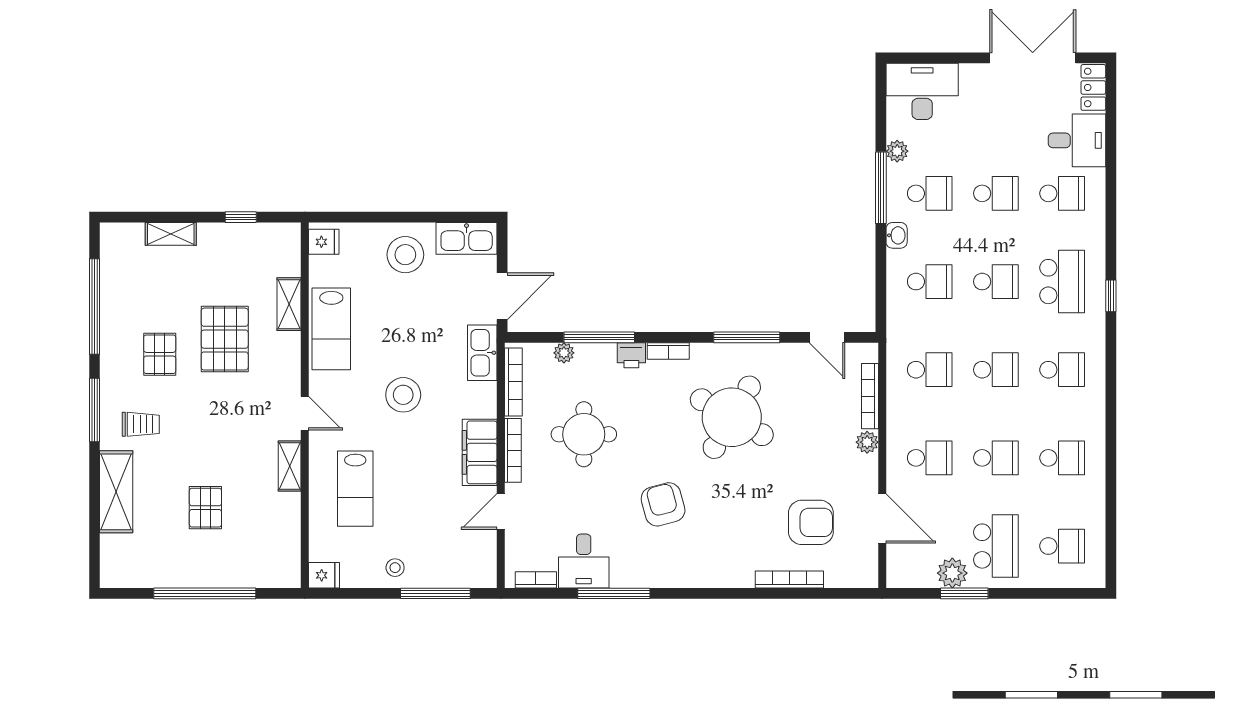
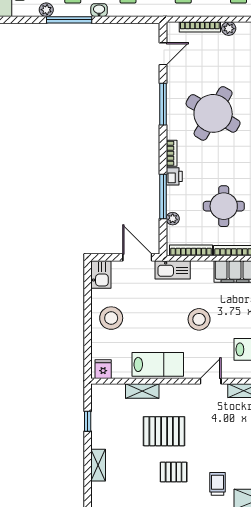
kitchen sink: (467, 238) -> (101, 274), width x0.73

